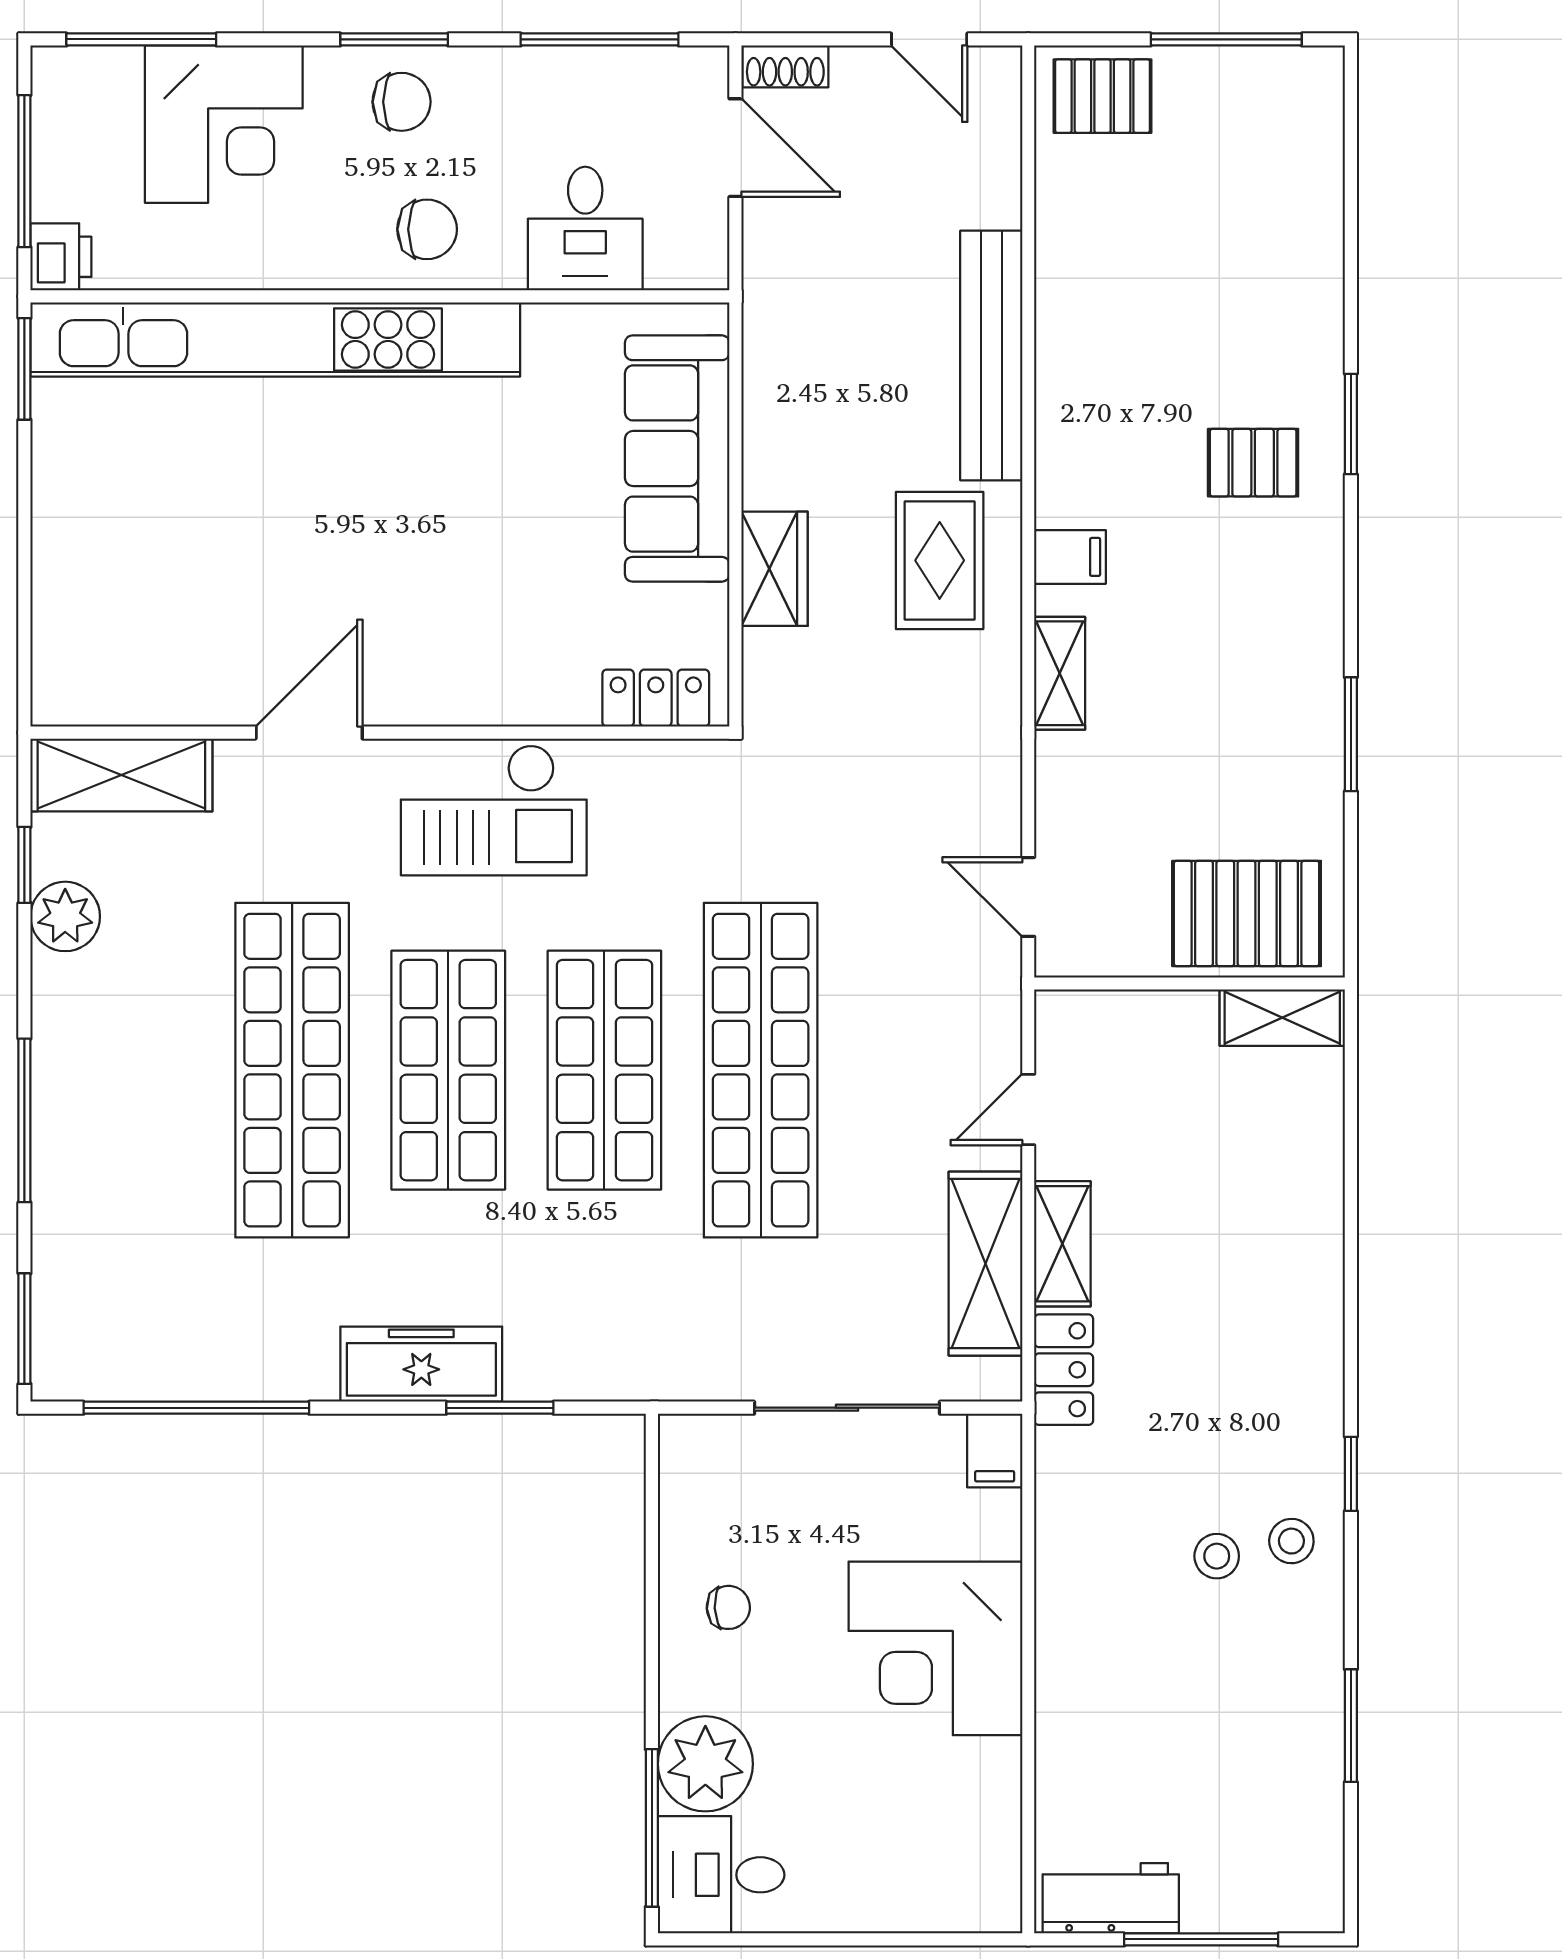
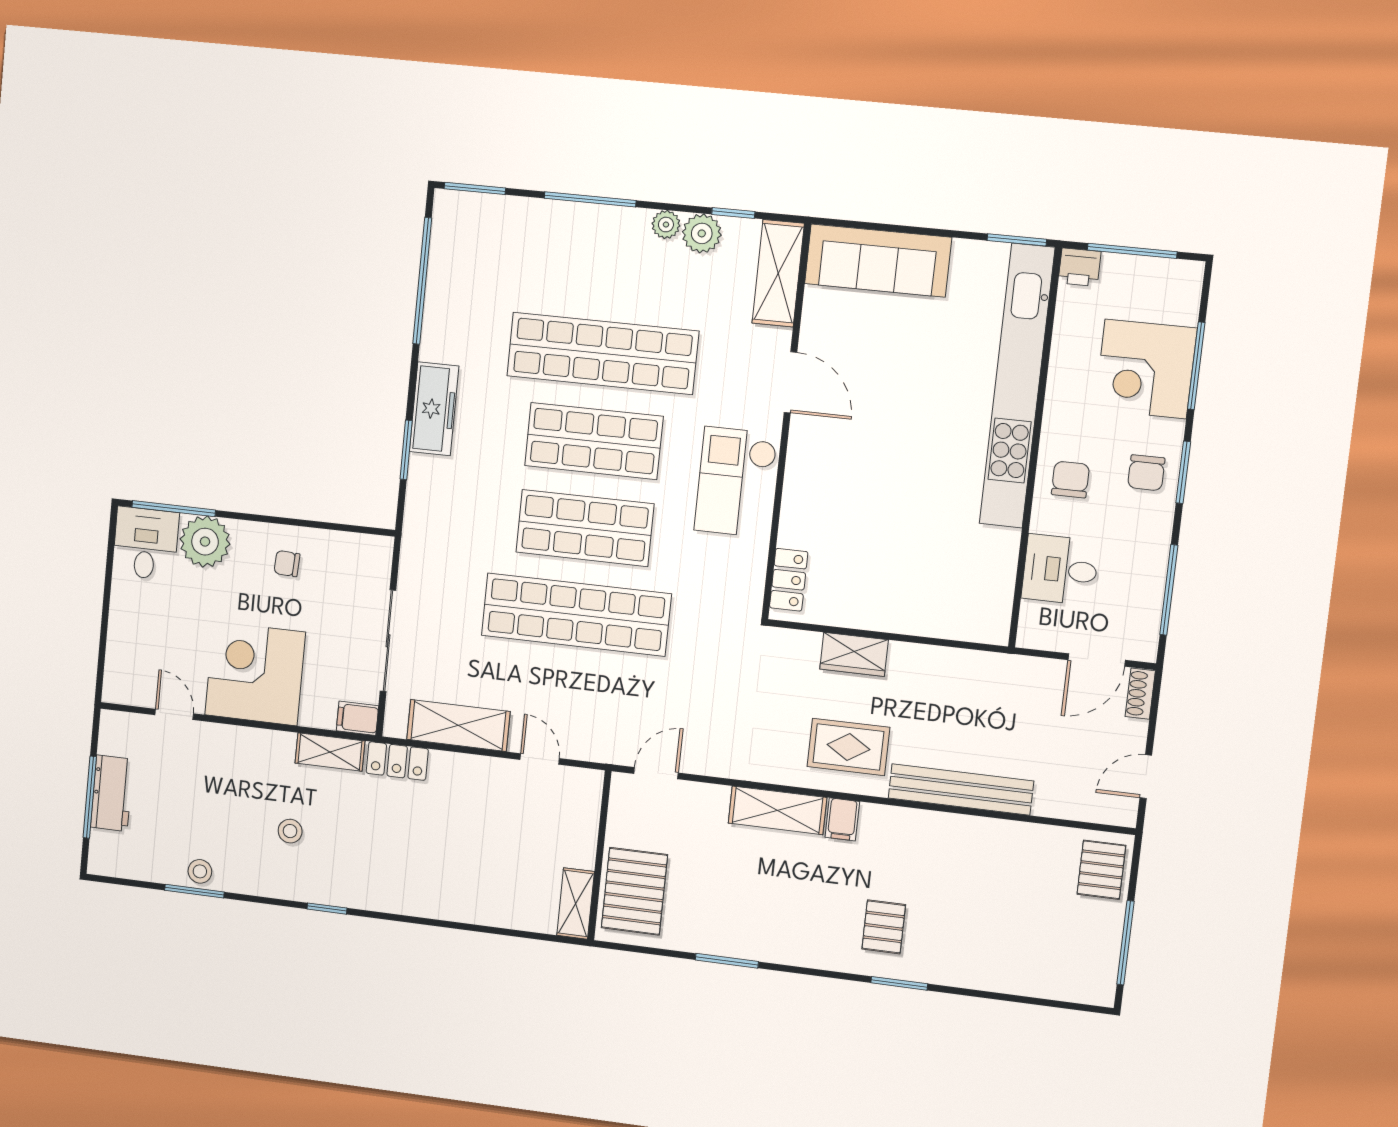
window: (141, 39) -> (1196, 366), moved
chair: (427, 229) -> (1070, 480), turned 180
sofa: (677, 459) -> (878, 261), moved, turned 180
shelving: (1060, 673) -> (777, 810), width x1.50, depth x1.33
plant: (56, 981) -> (666, 225), added
shelving: (1062, 1244) -> (330, 752), moved
stool: (1291, 1541) -> (200, 871), moved
chair: (728, 1607) -> (287, 564), turned 96
door: (1028, 1793) -> (174, 714), added
workbench: (1111, 1898) -> (112, 793), moved

